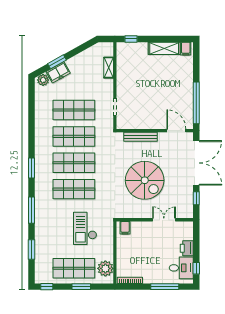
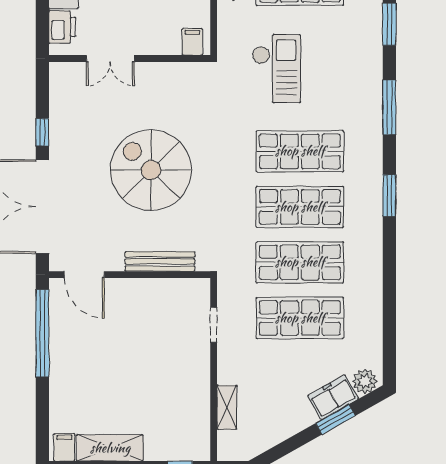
wall: (155, 220) -> (130, 58), moved
double door: (164, 220) -> (110, 58), moved
filing cabinet: (125, 228) -> (192, 42), moved

